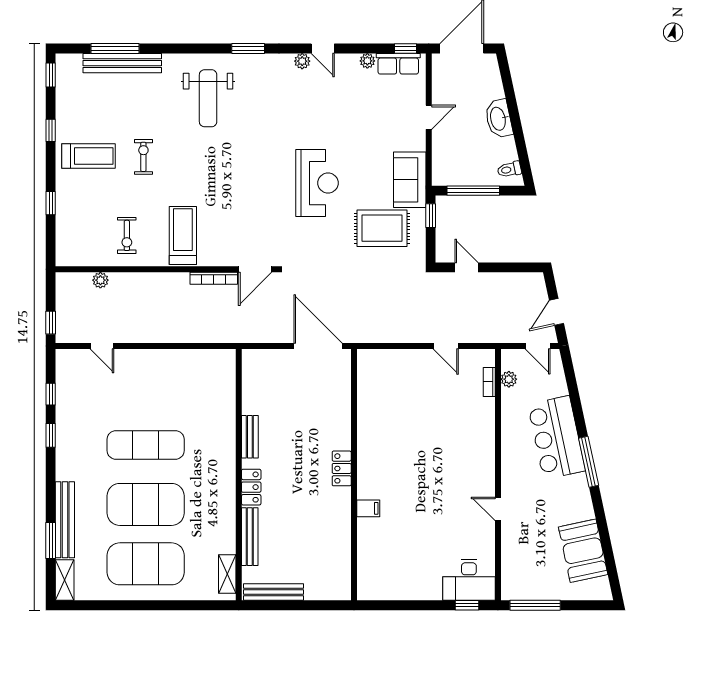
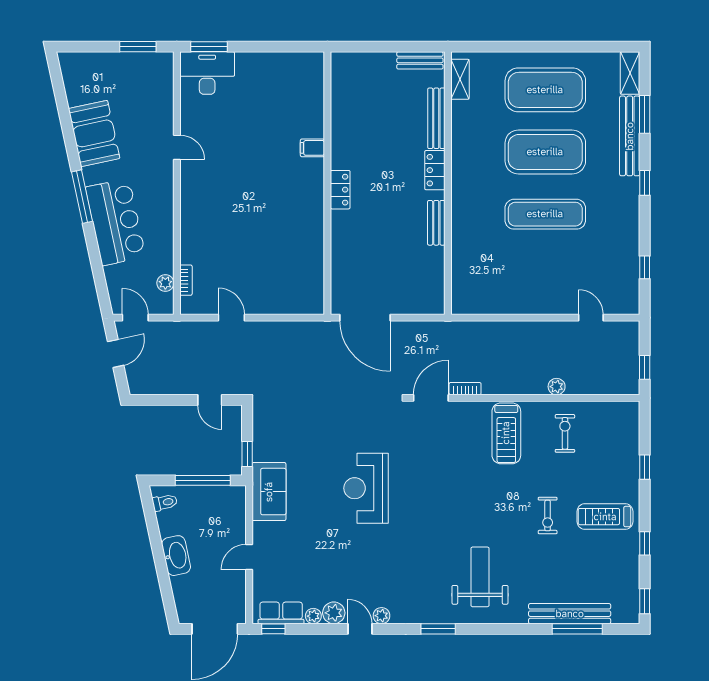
plant: (348, 64) -> (334, 613), added
rug: (382, 228) -> (298, 441), removed
bookcase: (214, 278) -> (465, 389), width x0.64
plant: (100, 280) -> (557, 387), moved
window: (51, 323) -> (645, 367), moved
window: (51, 435) -> (645, 183), moved
booth: (583, 551) -> (94, 133), moved
bench: (273, 592) -> (420, 60), width x0.73
window: (467, 605) -> (209, 47), width x1.50
window: (535, 605) -> (138, 47), width x0.69

